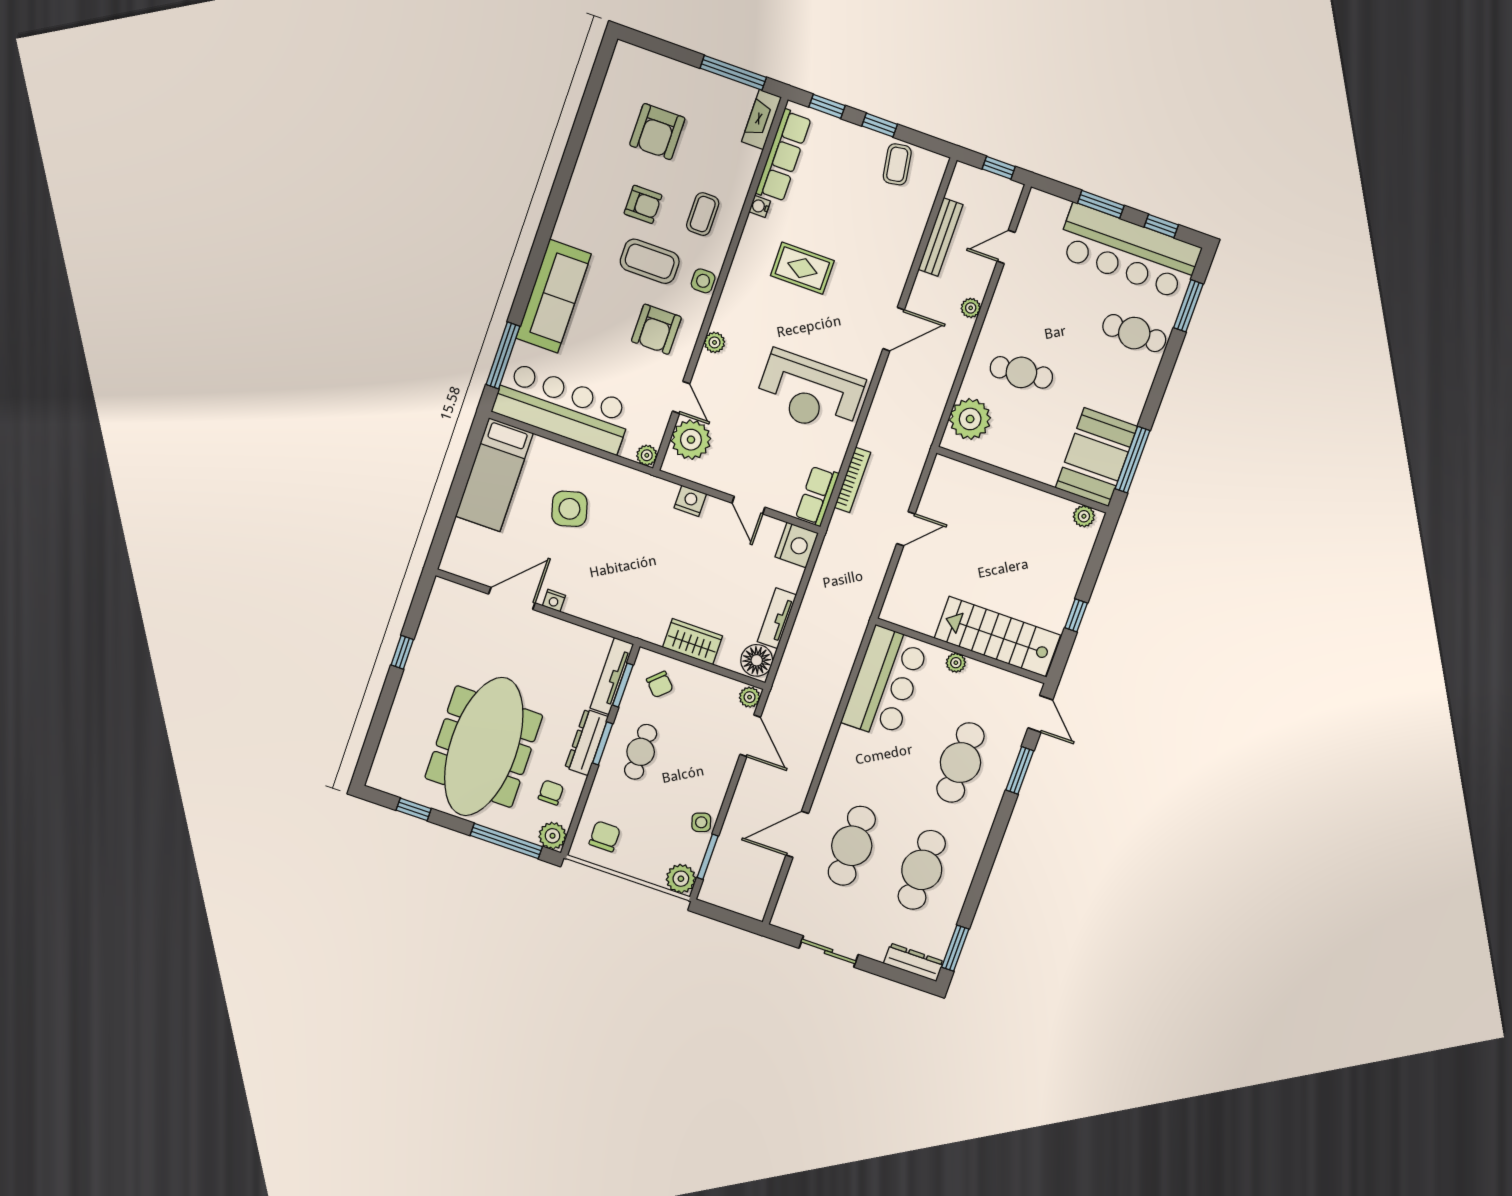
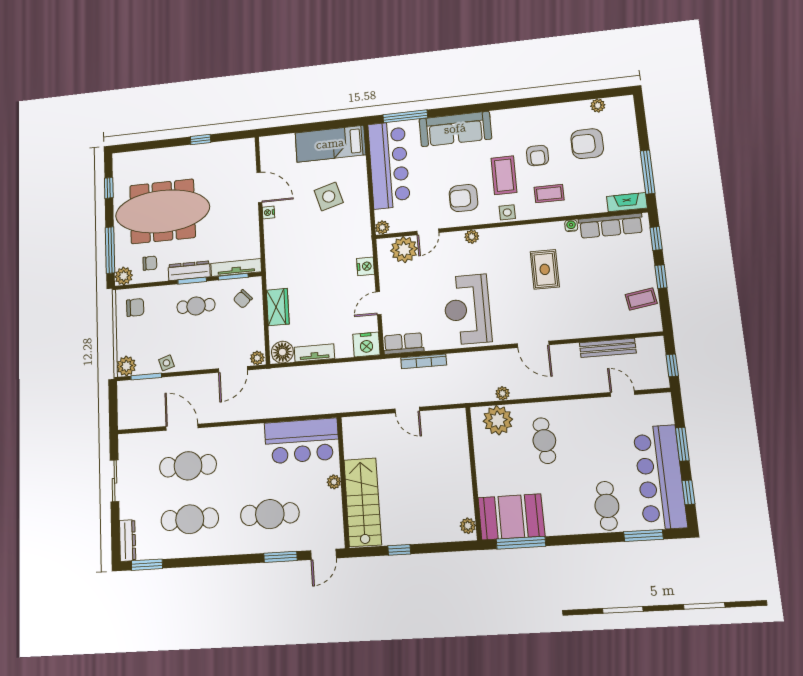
plant: (611, 92) -> (598, 105), added
plant: (971, 308) -> (503, 393), moved

